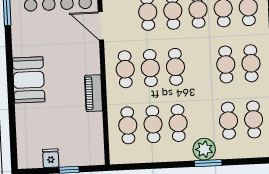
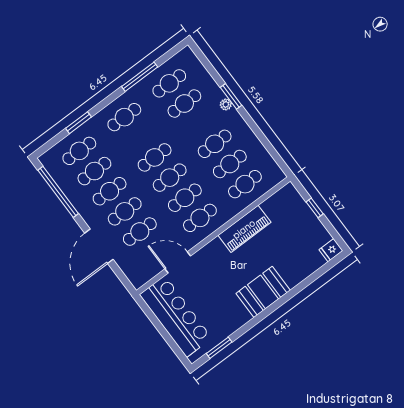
door: (101, 26) -> (178, 262), swing flipped
cafe table: (226, 64) -> (155, 157), moved
piano: (94, 93) -> (244, 229), width x1.37, depth x1.33
plant: (204, 149) -> (226, 104), width x0.53, depth x0.53
fridge: (51, 158) -> (331, 250), moved

